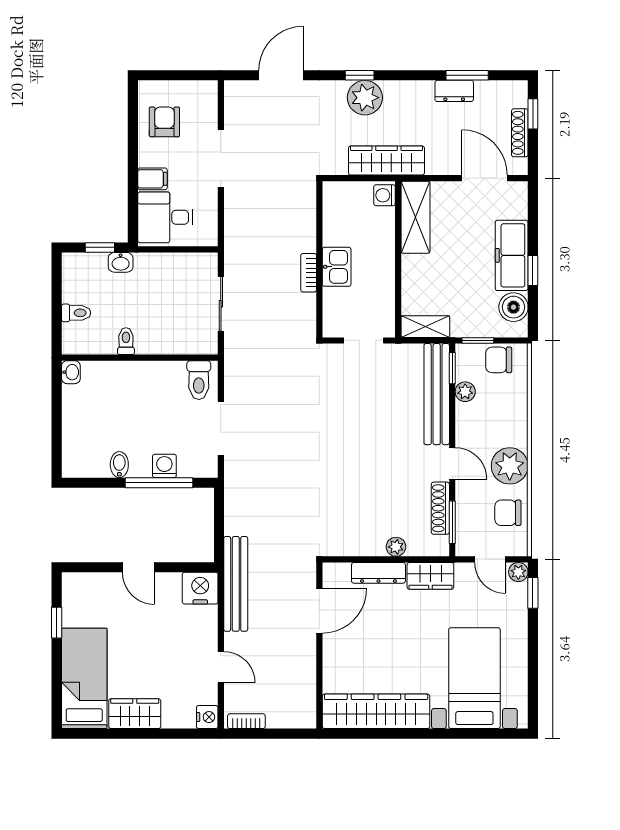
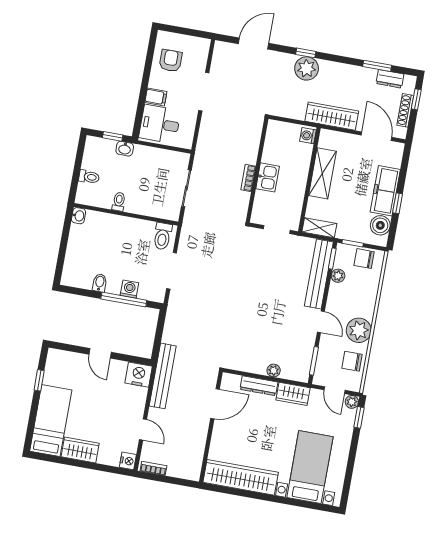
dresser: (454, 91) -> (390, 79), moved
wardrobe: (386, 160) -> (332, 116), moved
shelving: (415, 217) -> (322, 173), moved
shoe rack: (440, 508) -> (308, 350), removed

